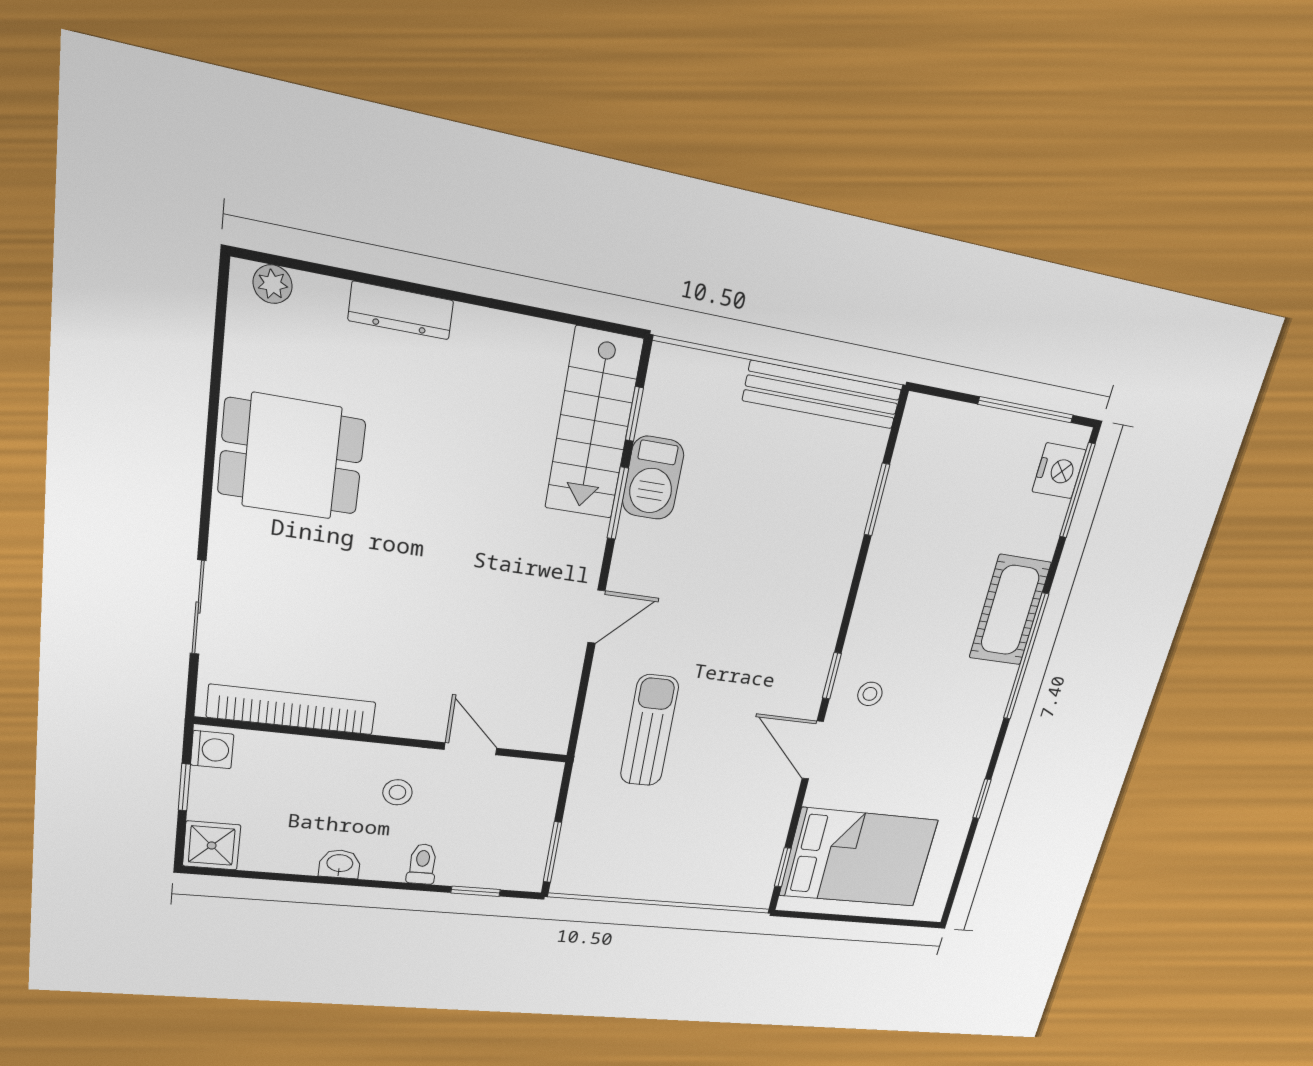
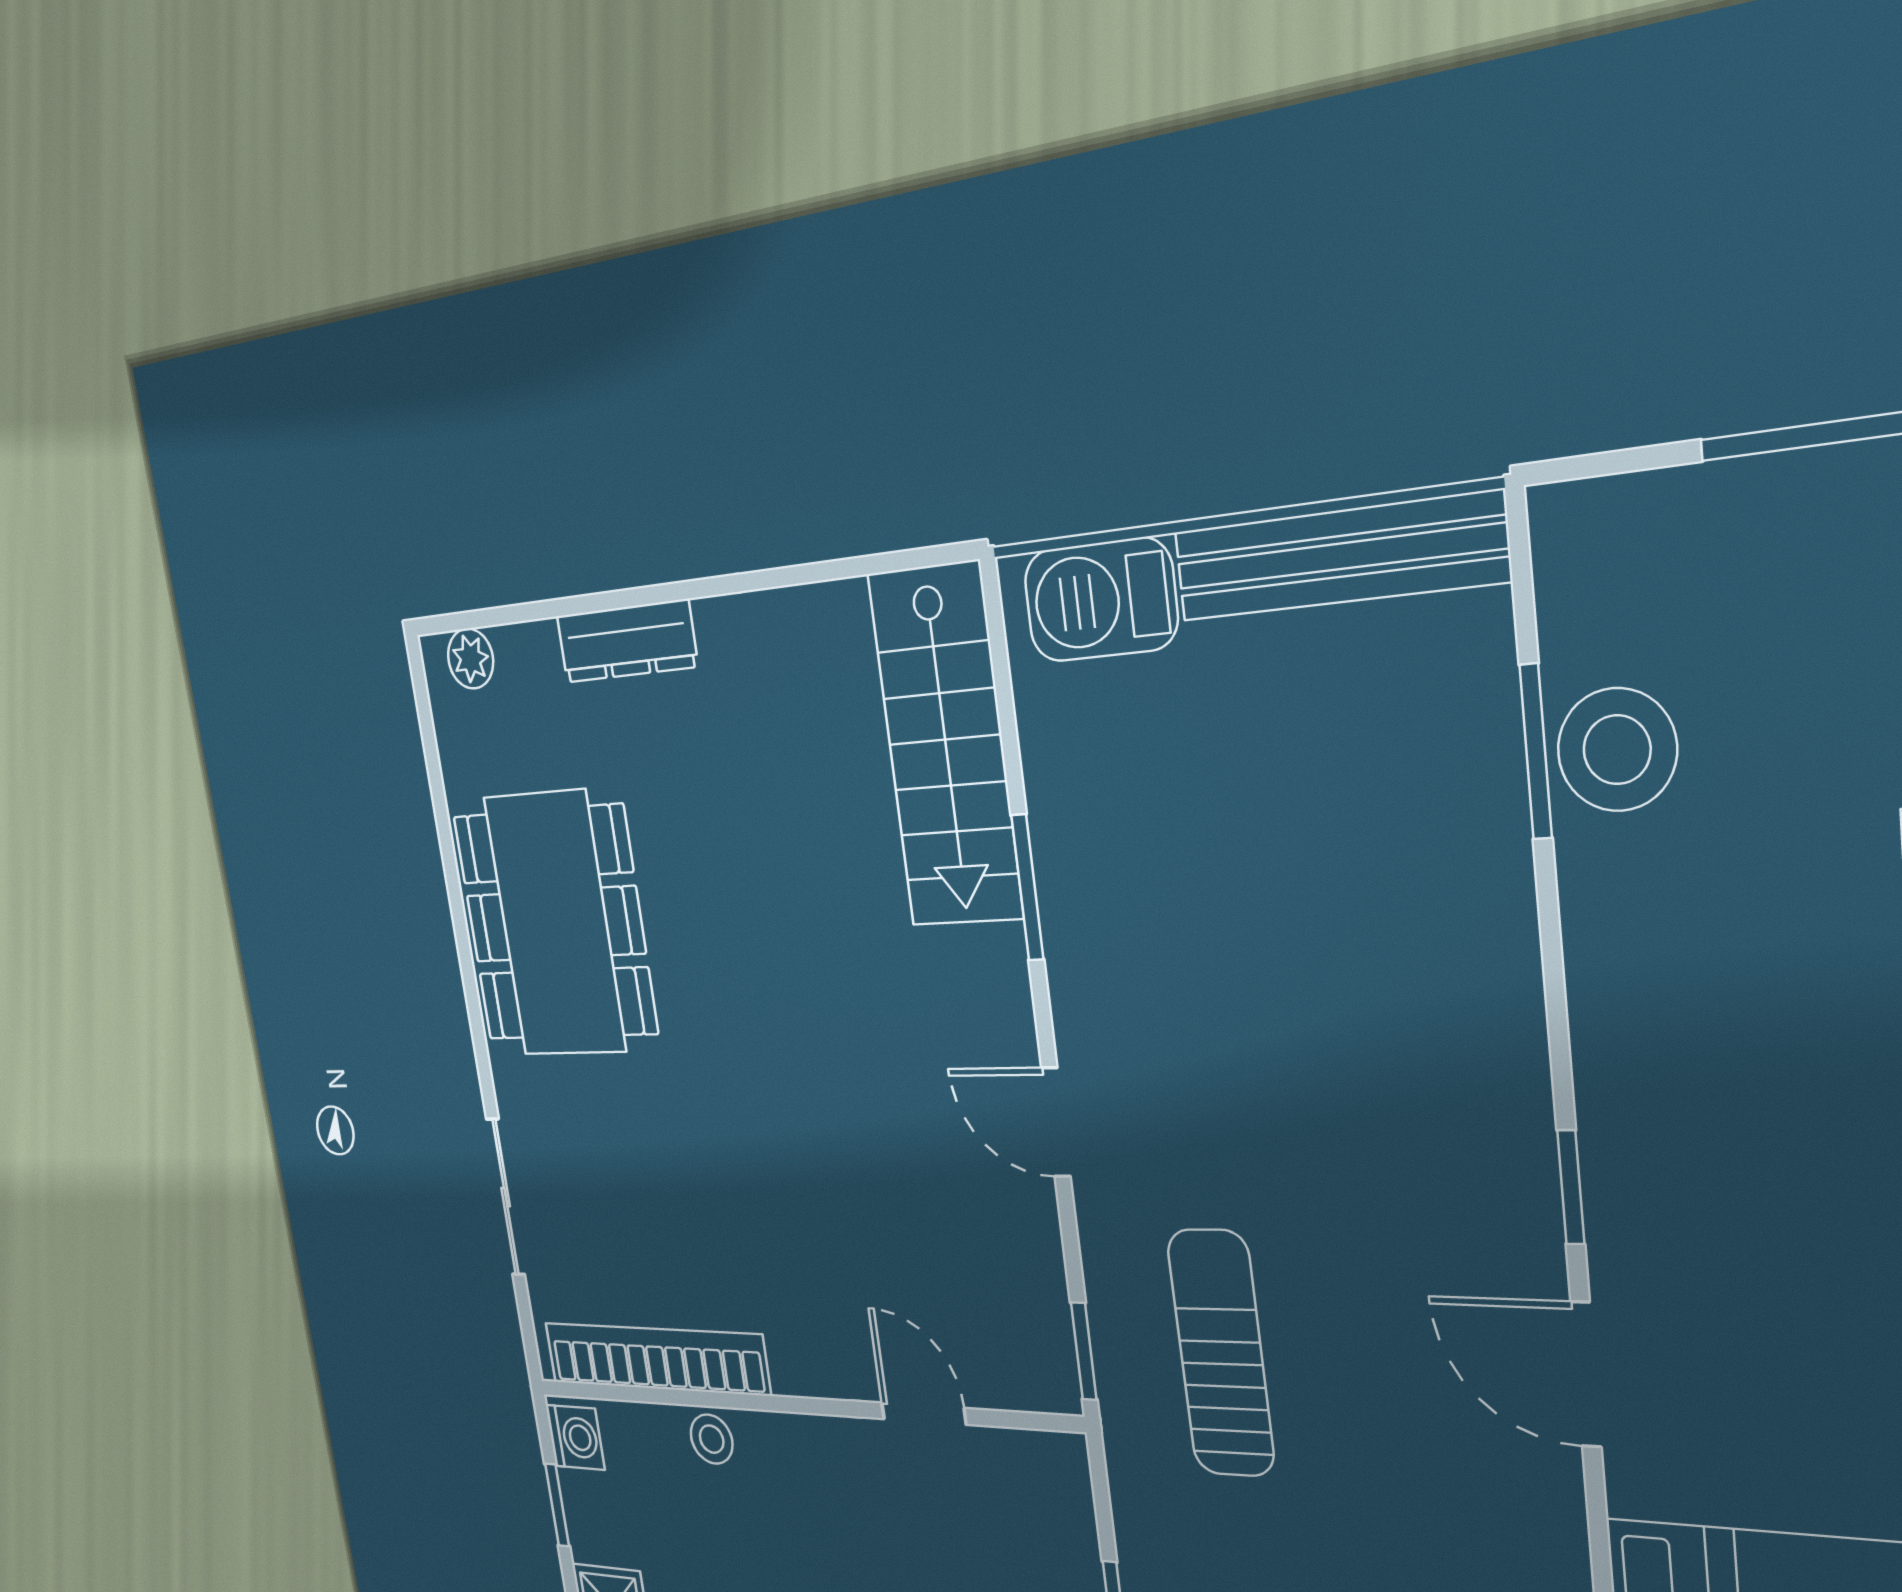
window: (634, 414) -> (1084, 1351), moved
dining table: (292, 457) -> (555, 924), width x1.38
barbecue: (653, 478) -> (1101, 600), moved, turned 90
door: (596, 617) -> (1056, 1122), swing flipped
stool: (870, 694) -> (1617, 750), moved, width x1.89, depth x1.89
stool: (397, 792) -> (712, 1439), moved

